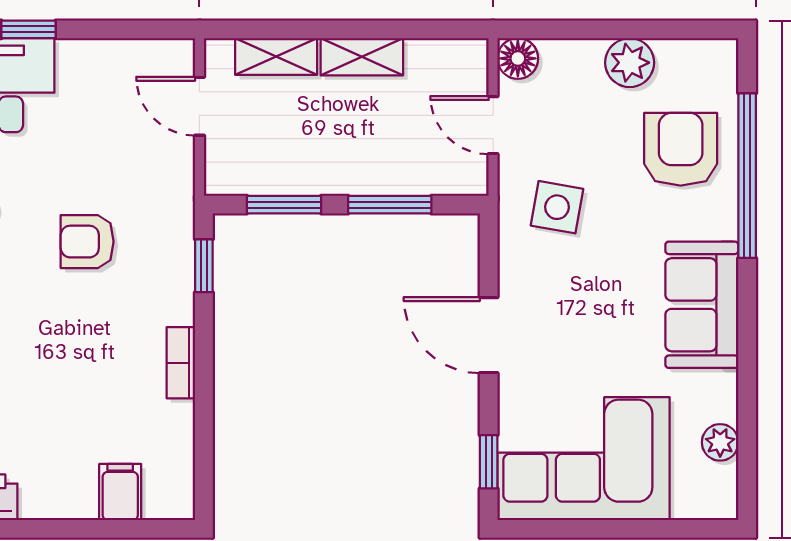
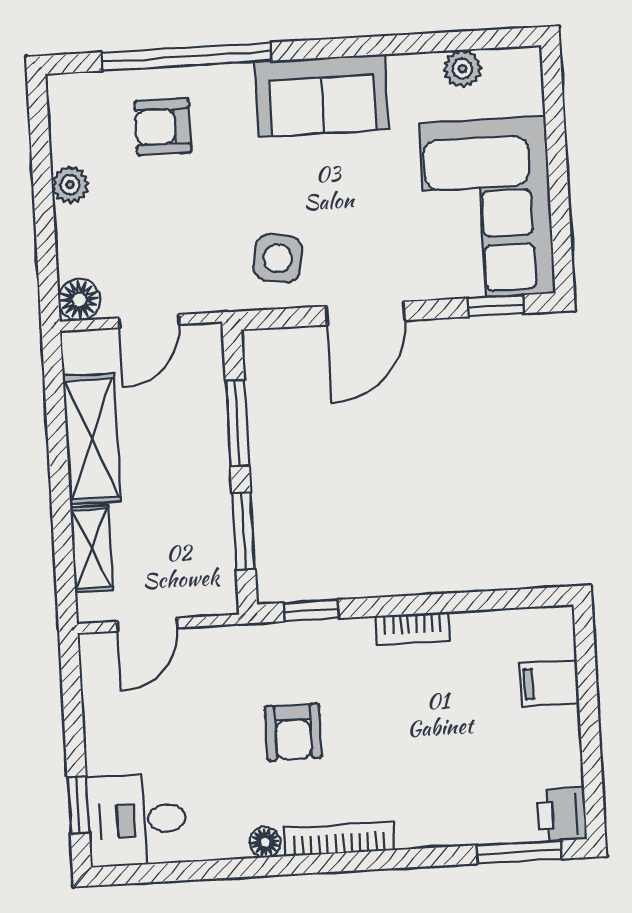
shelving: (362, 57) -> (92, 439), width x1.50, depth x1.33
plant: (630, 63) -> (70, 185), width x0.73, depth x0.73
armchair: (681, 149) -> (163, 127), width x0.72, depth x0.72
side table: (557, 207) -> (278, 258), moved

